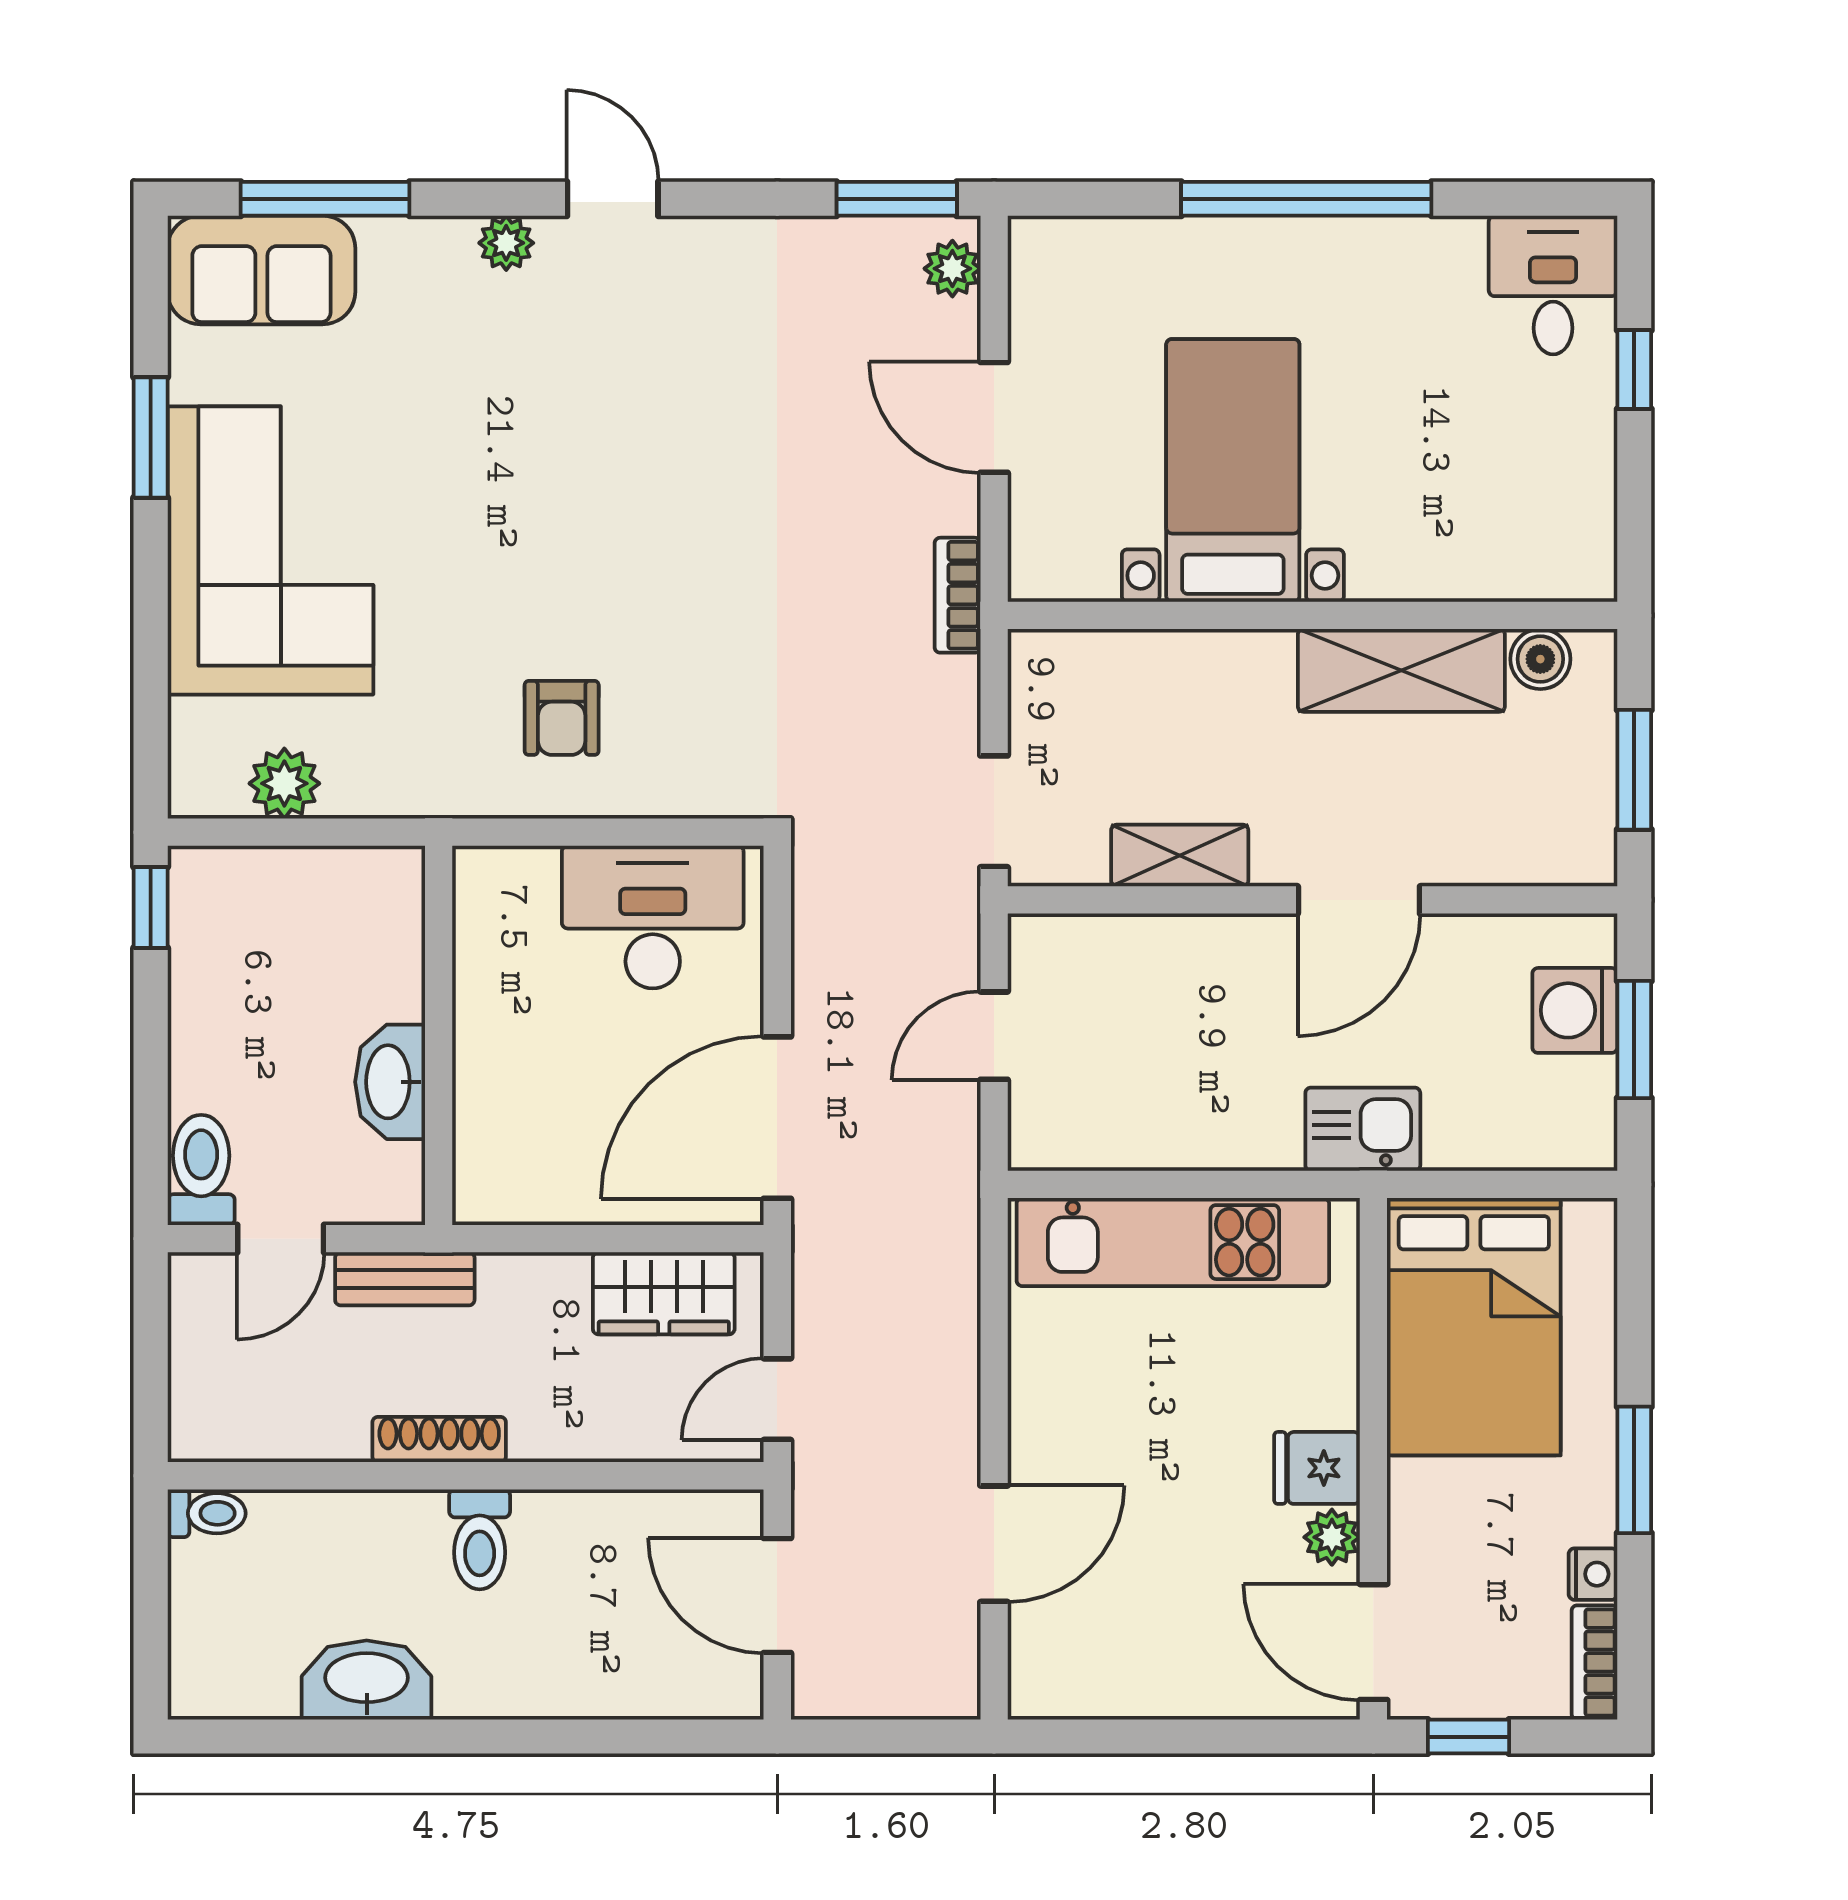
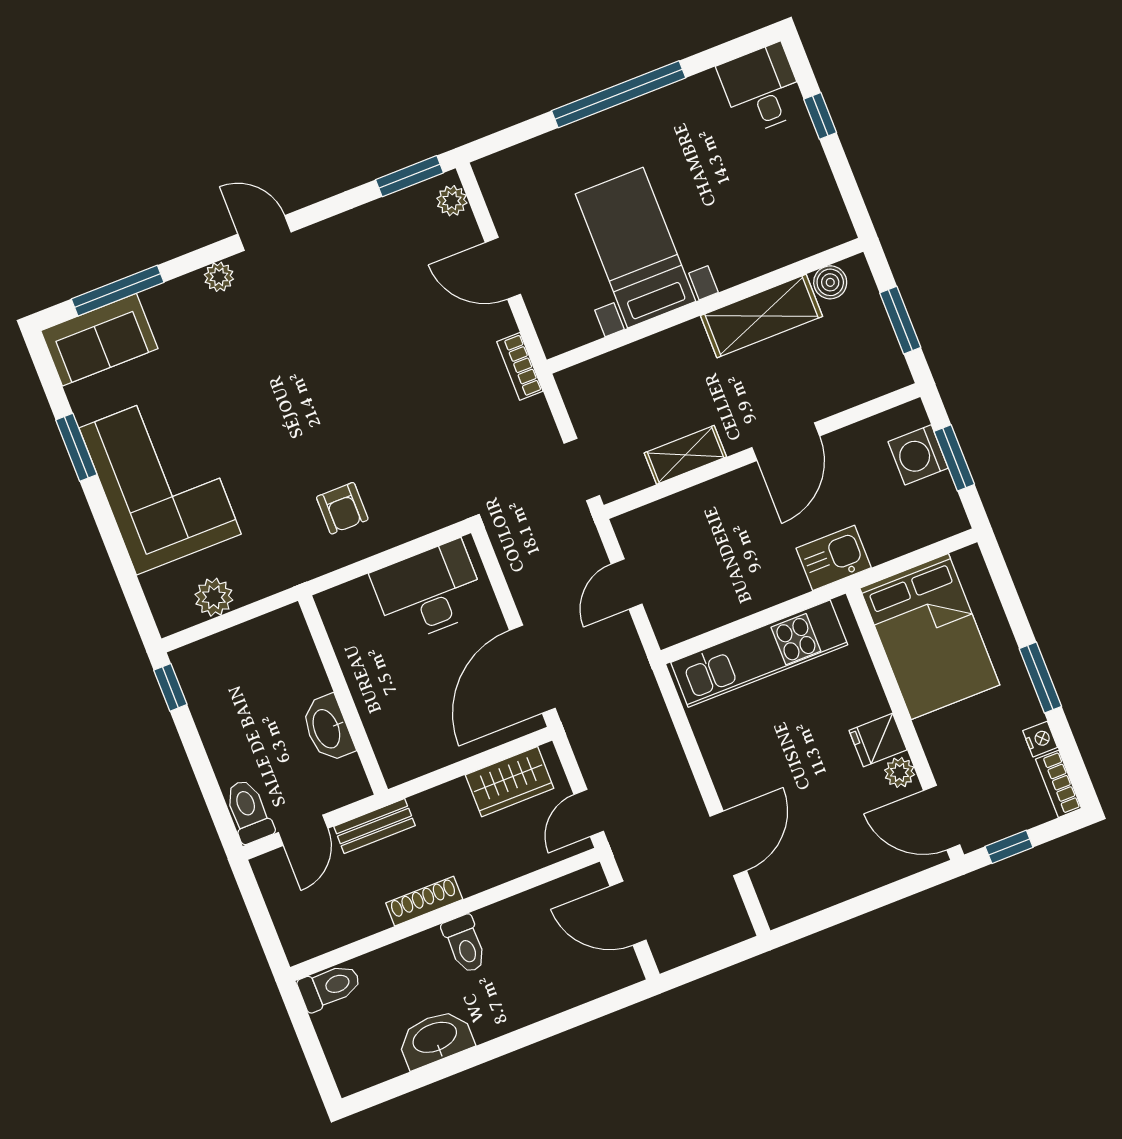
toilet: (207, 1513) -> (330, 987), width x1.37, depth x1.39

